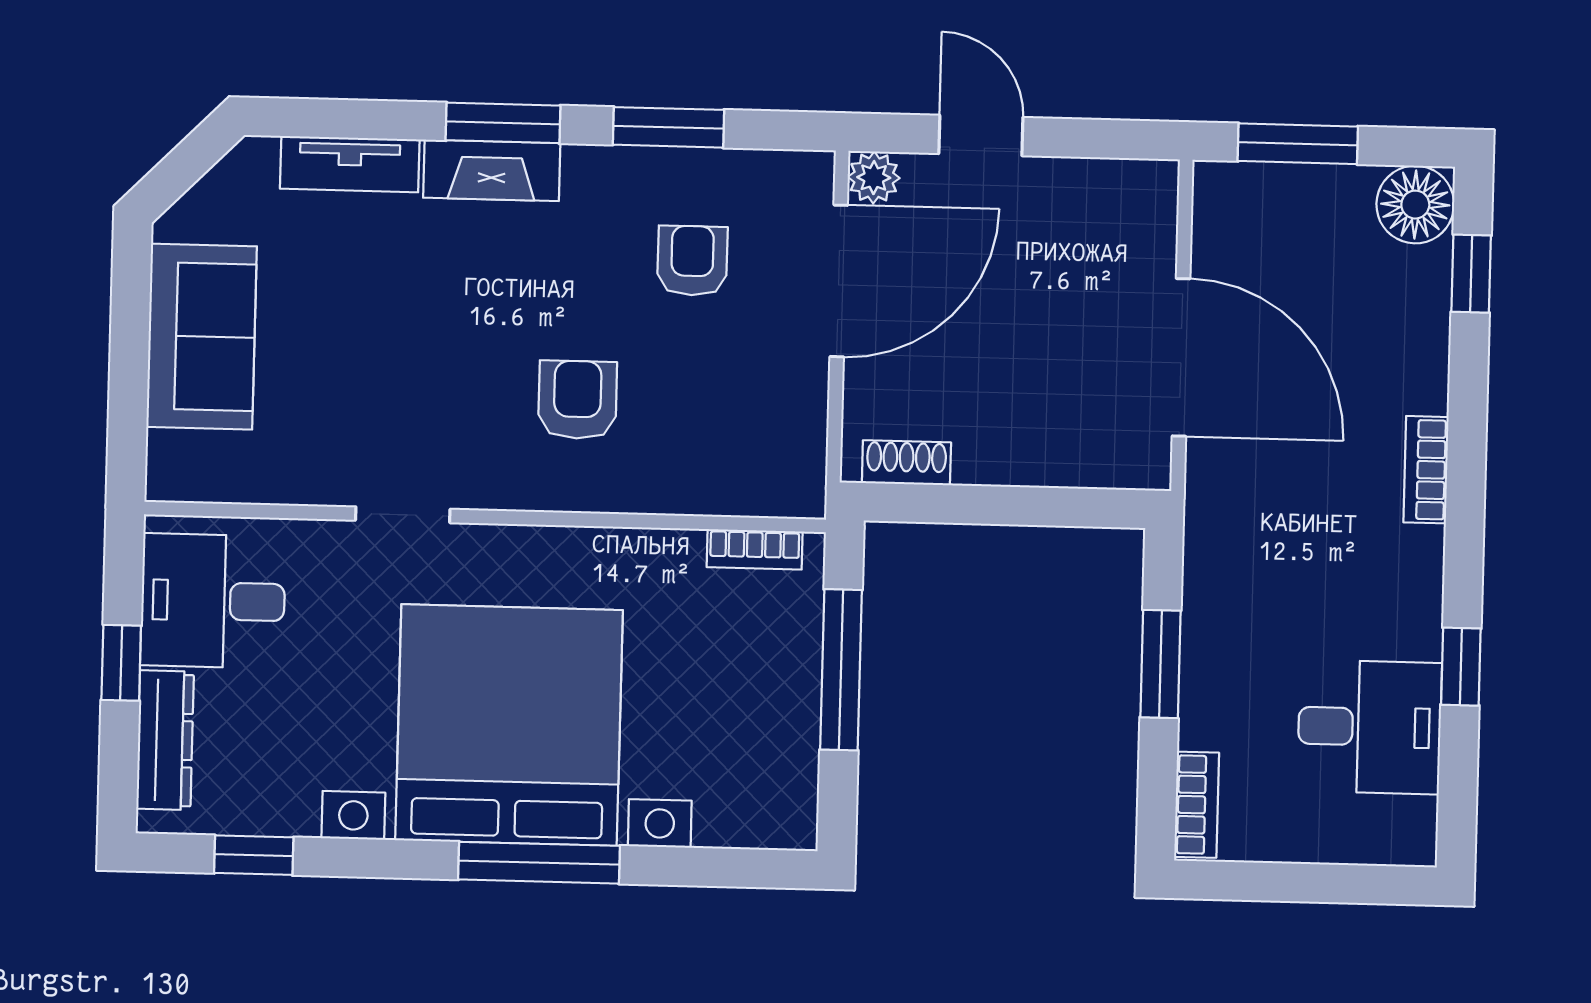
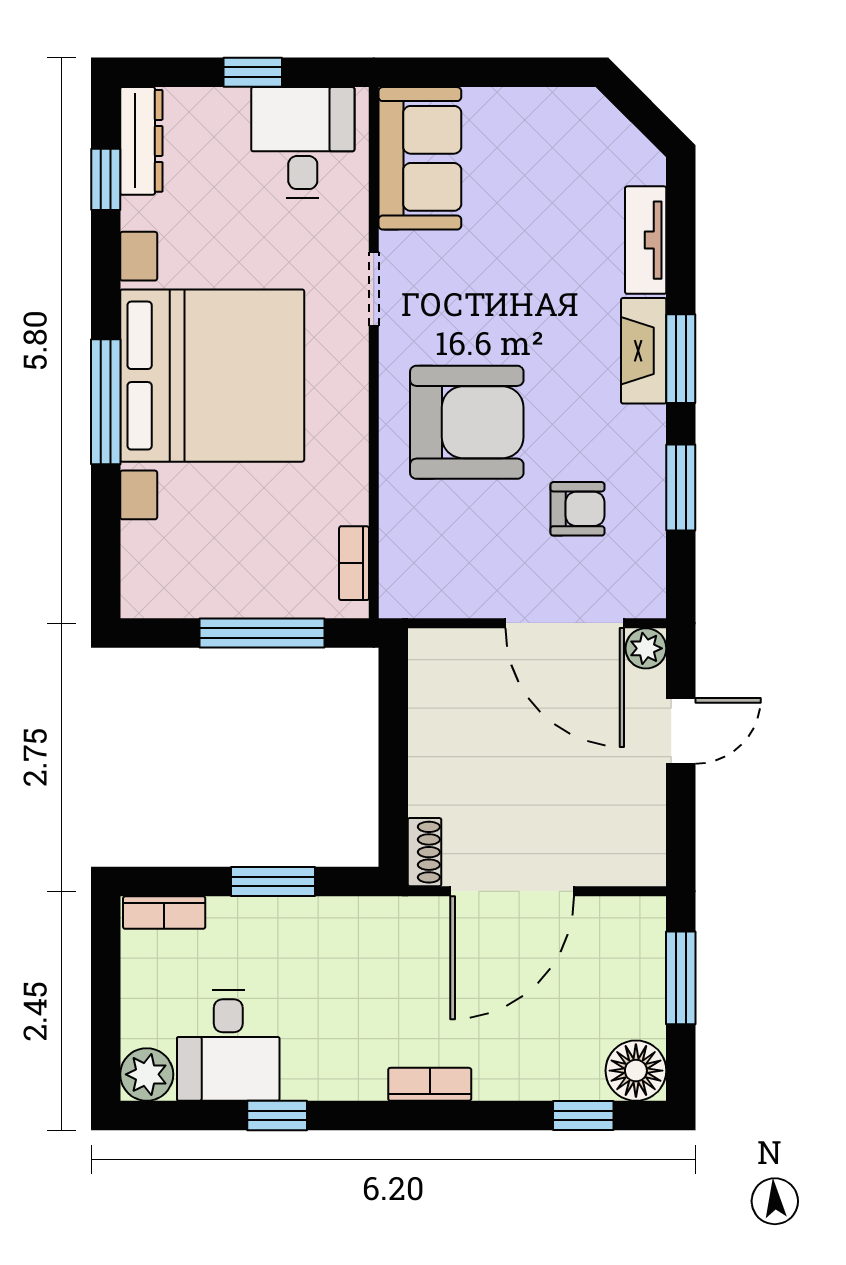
sofa: (202, 337) -> (420, 158), moved, turned -90
armchair: (578, 400) -> (467, 422), width x1.88, depth x1.88
shoe rack: (906, 463) -> (425, 852), moved
dresser: (165, 740) -> (141, 141), moved, turned -90
plant: (1404, 833) -> (147, 1074), added

